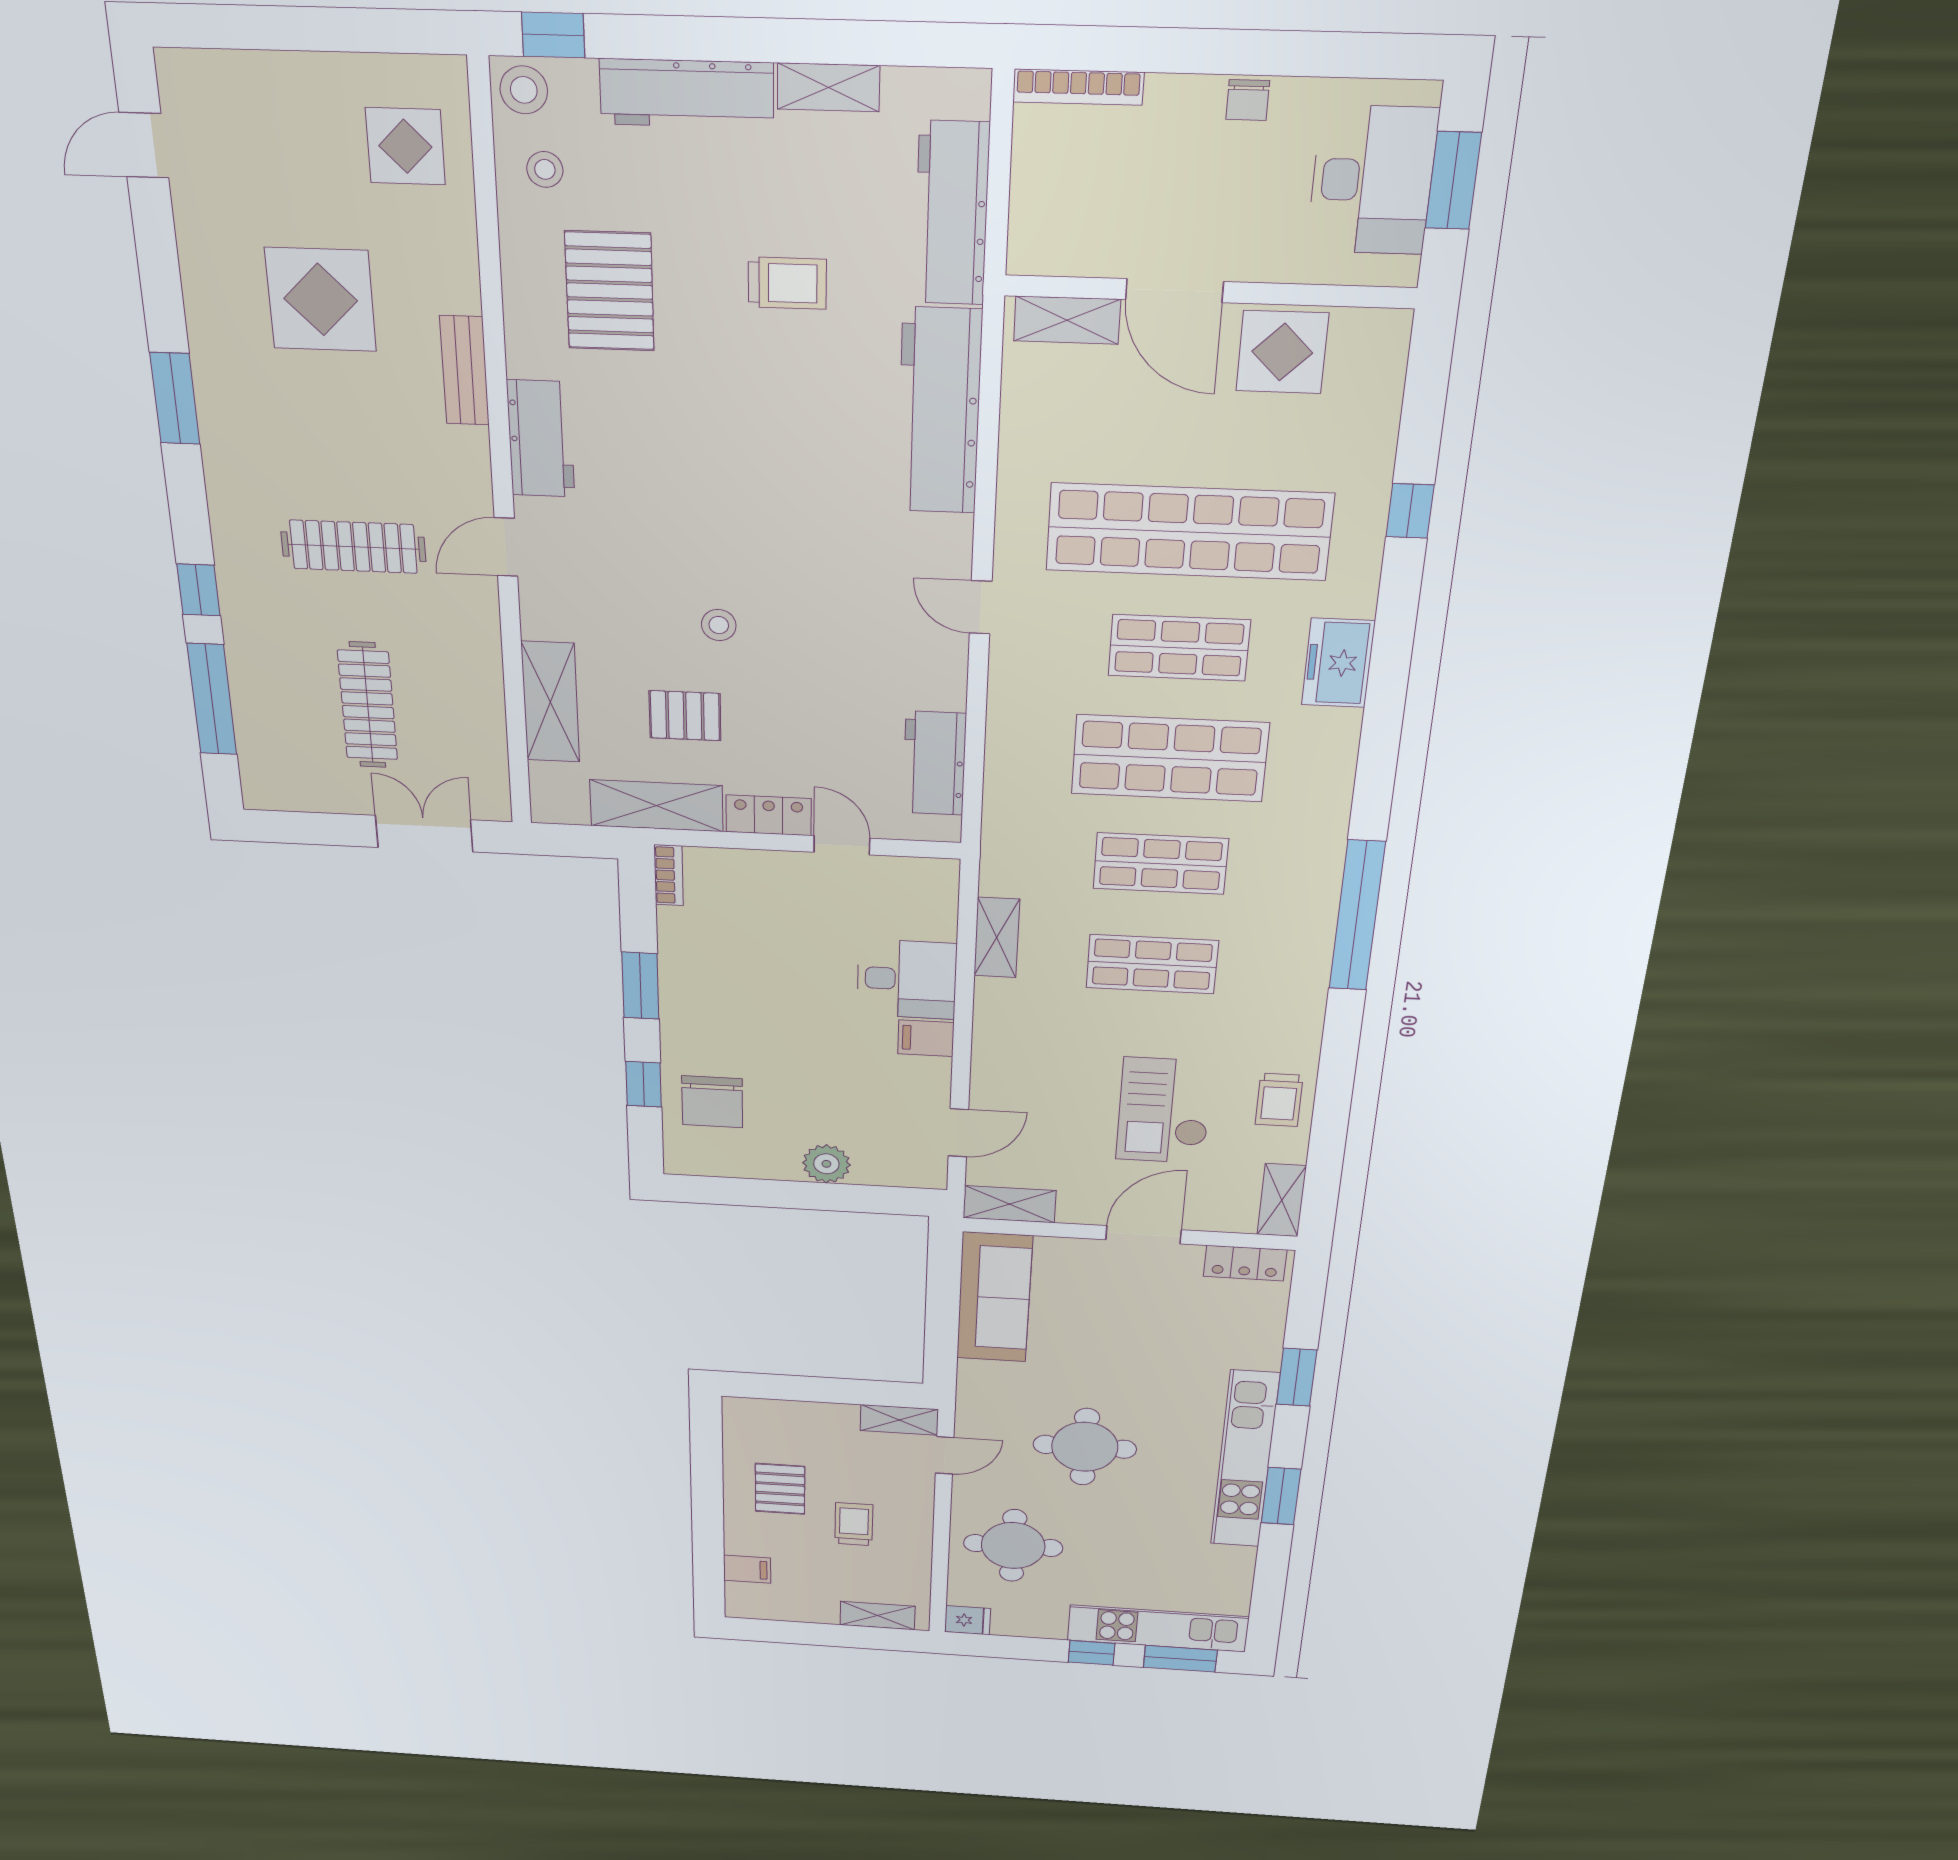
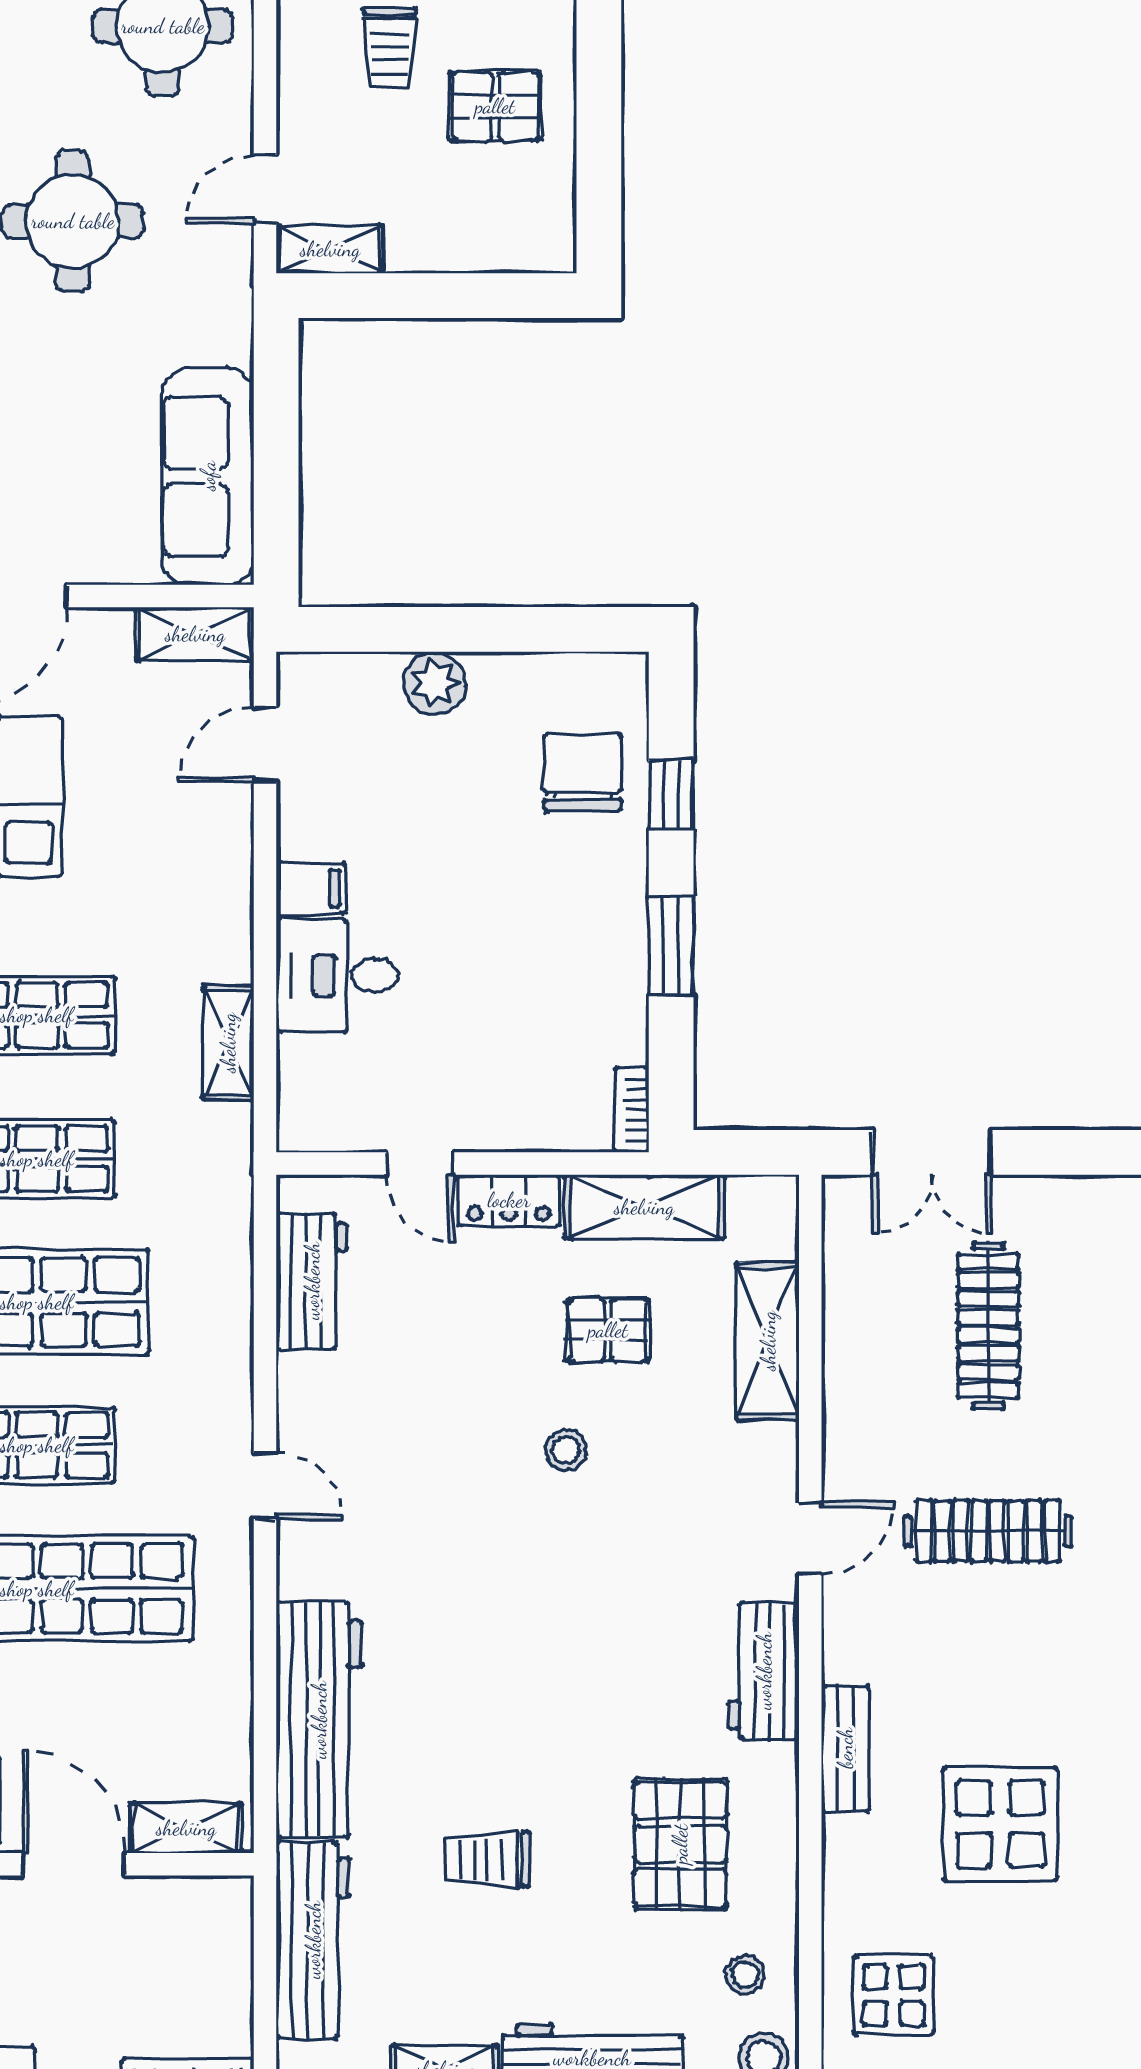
pallet: (780, 1489) -> (495, 106), turned 90

